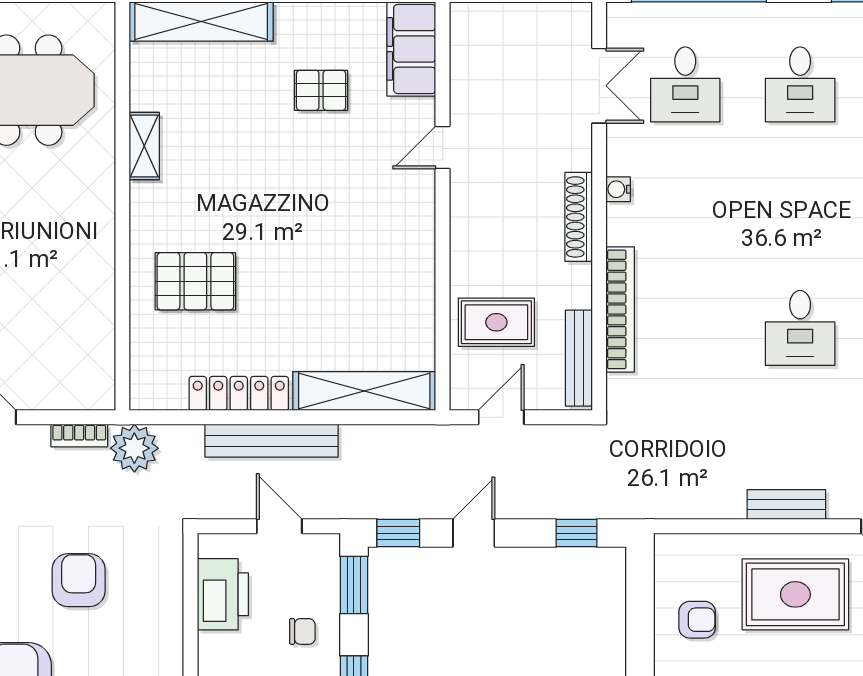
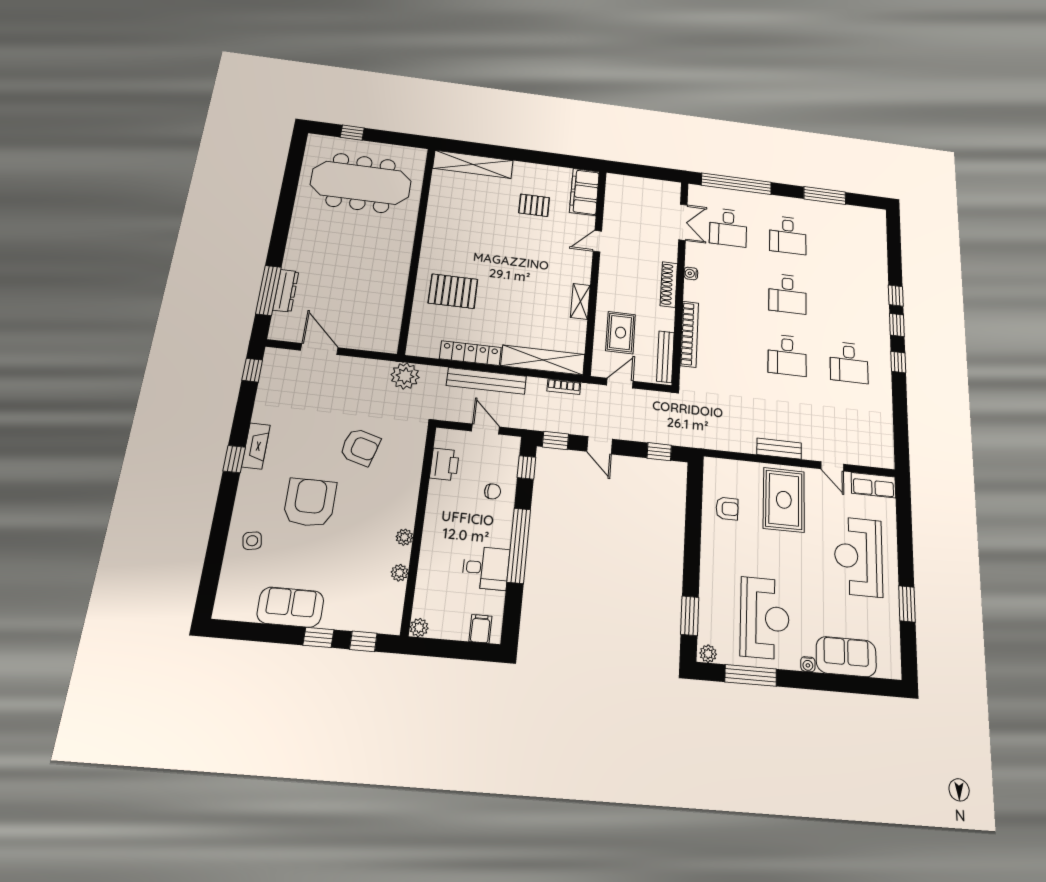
shelving: (144, 146) -> (580, 301), moved
desk: (800, 206) -> (788, 294), added
rug: (496, 322) -> (621, 333), turned 90
bookcase: (79, 435) -> (564, 387), moved
door: (474, 533) -> (600, 445), swing flipped
armchair: (79, 580) -> (360, 447), turned 106
window: (354, 585) -> (526, 467), width x0.67
printer: (223, 594) -> (444, 464), width x0.73, depth x0.84
rug: (795, 594) -> (784, 500), turned 90

